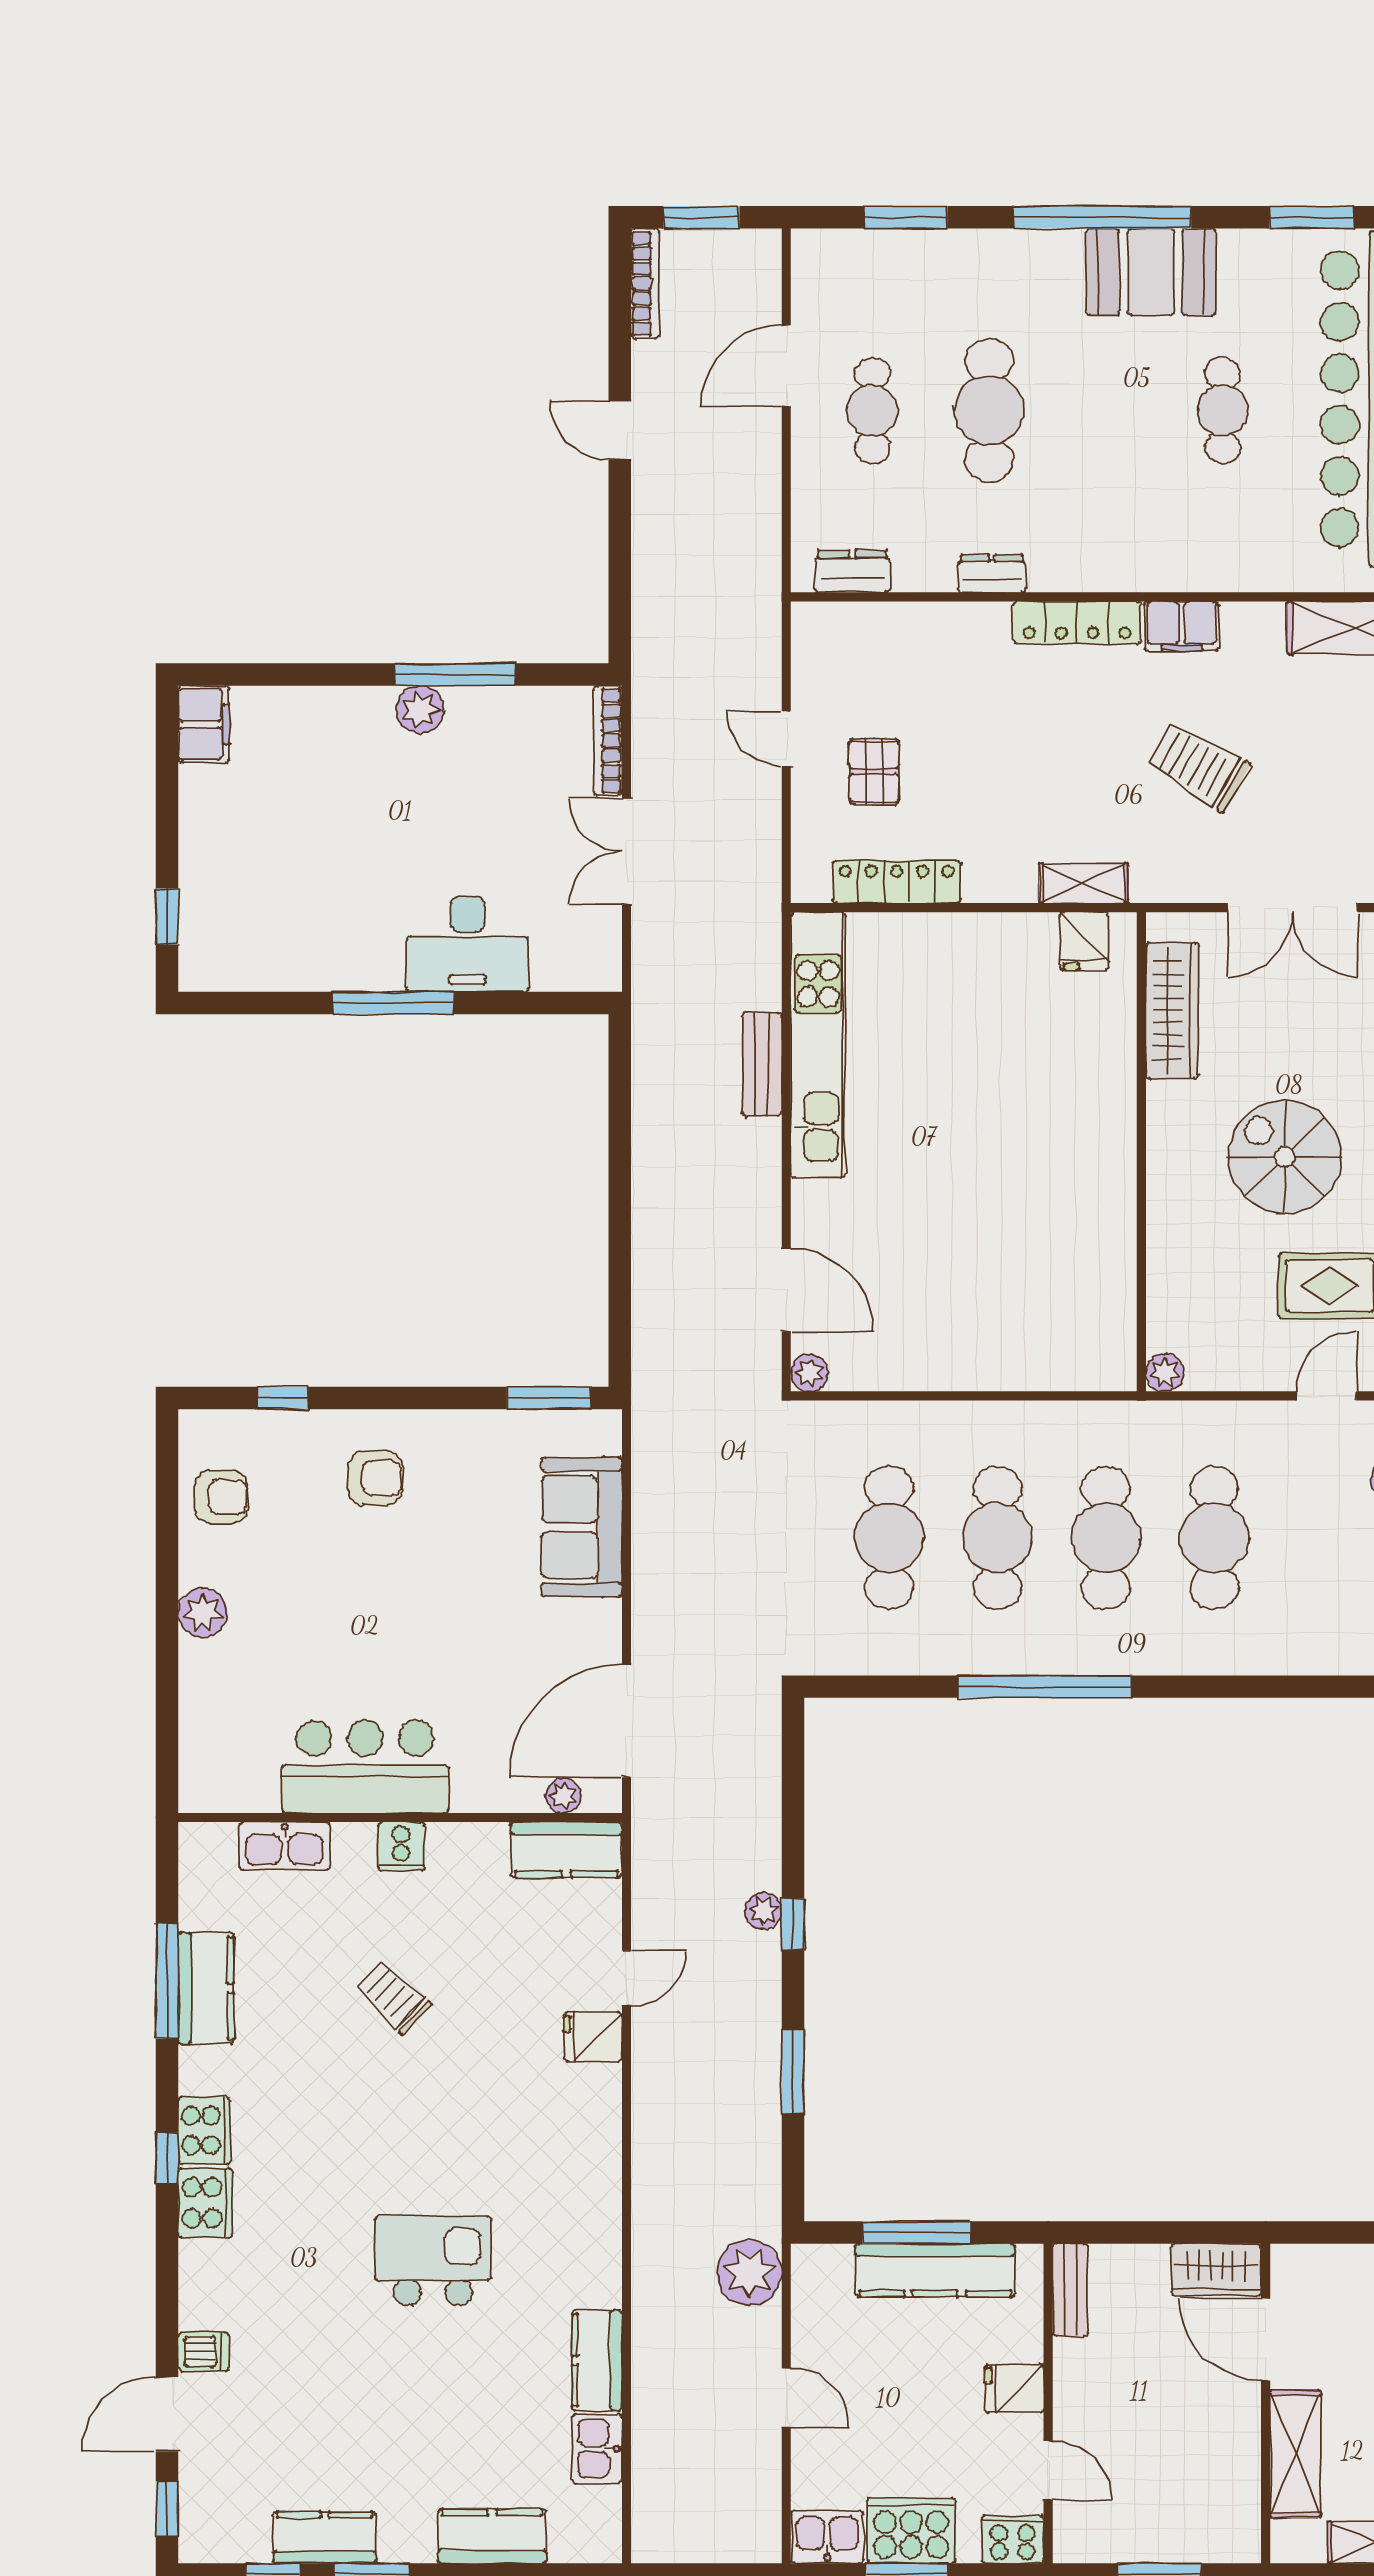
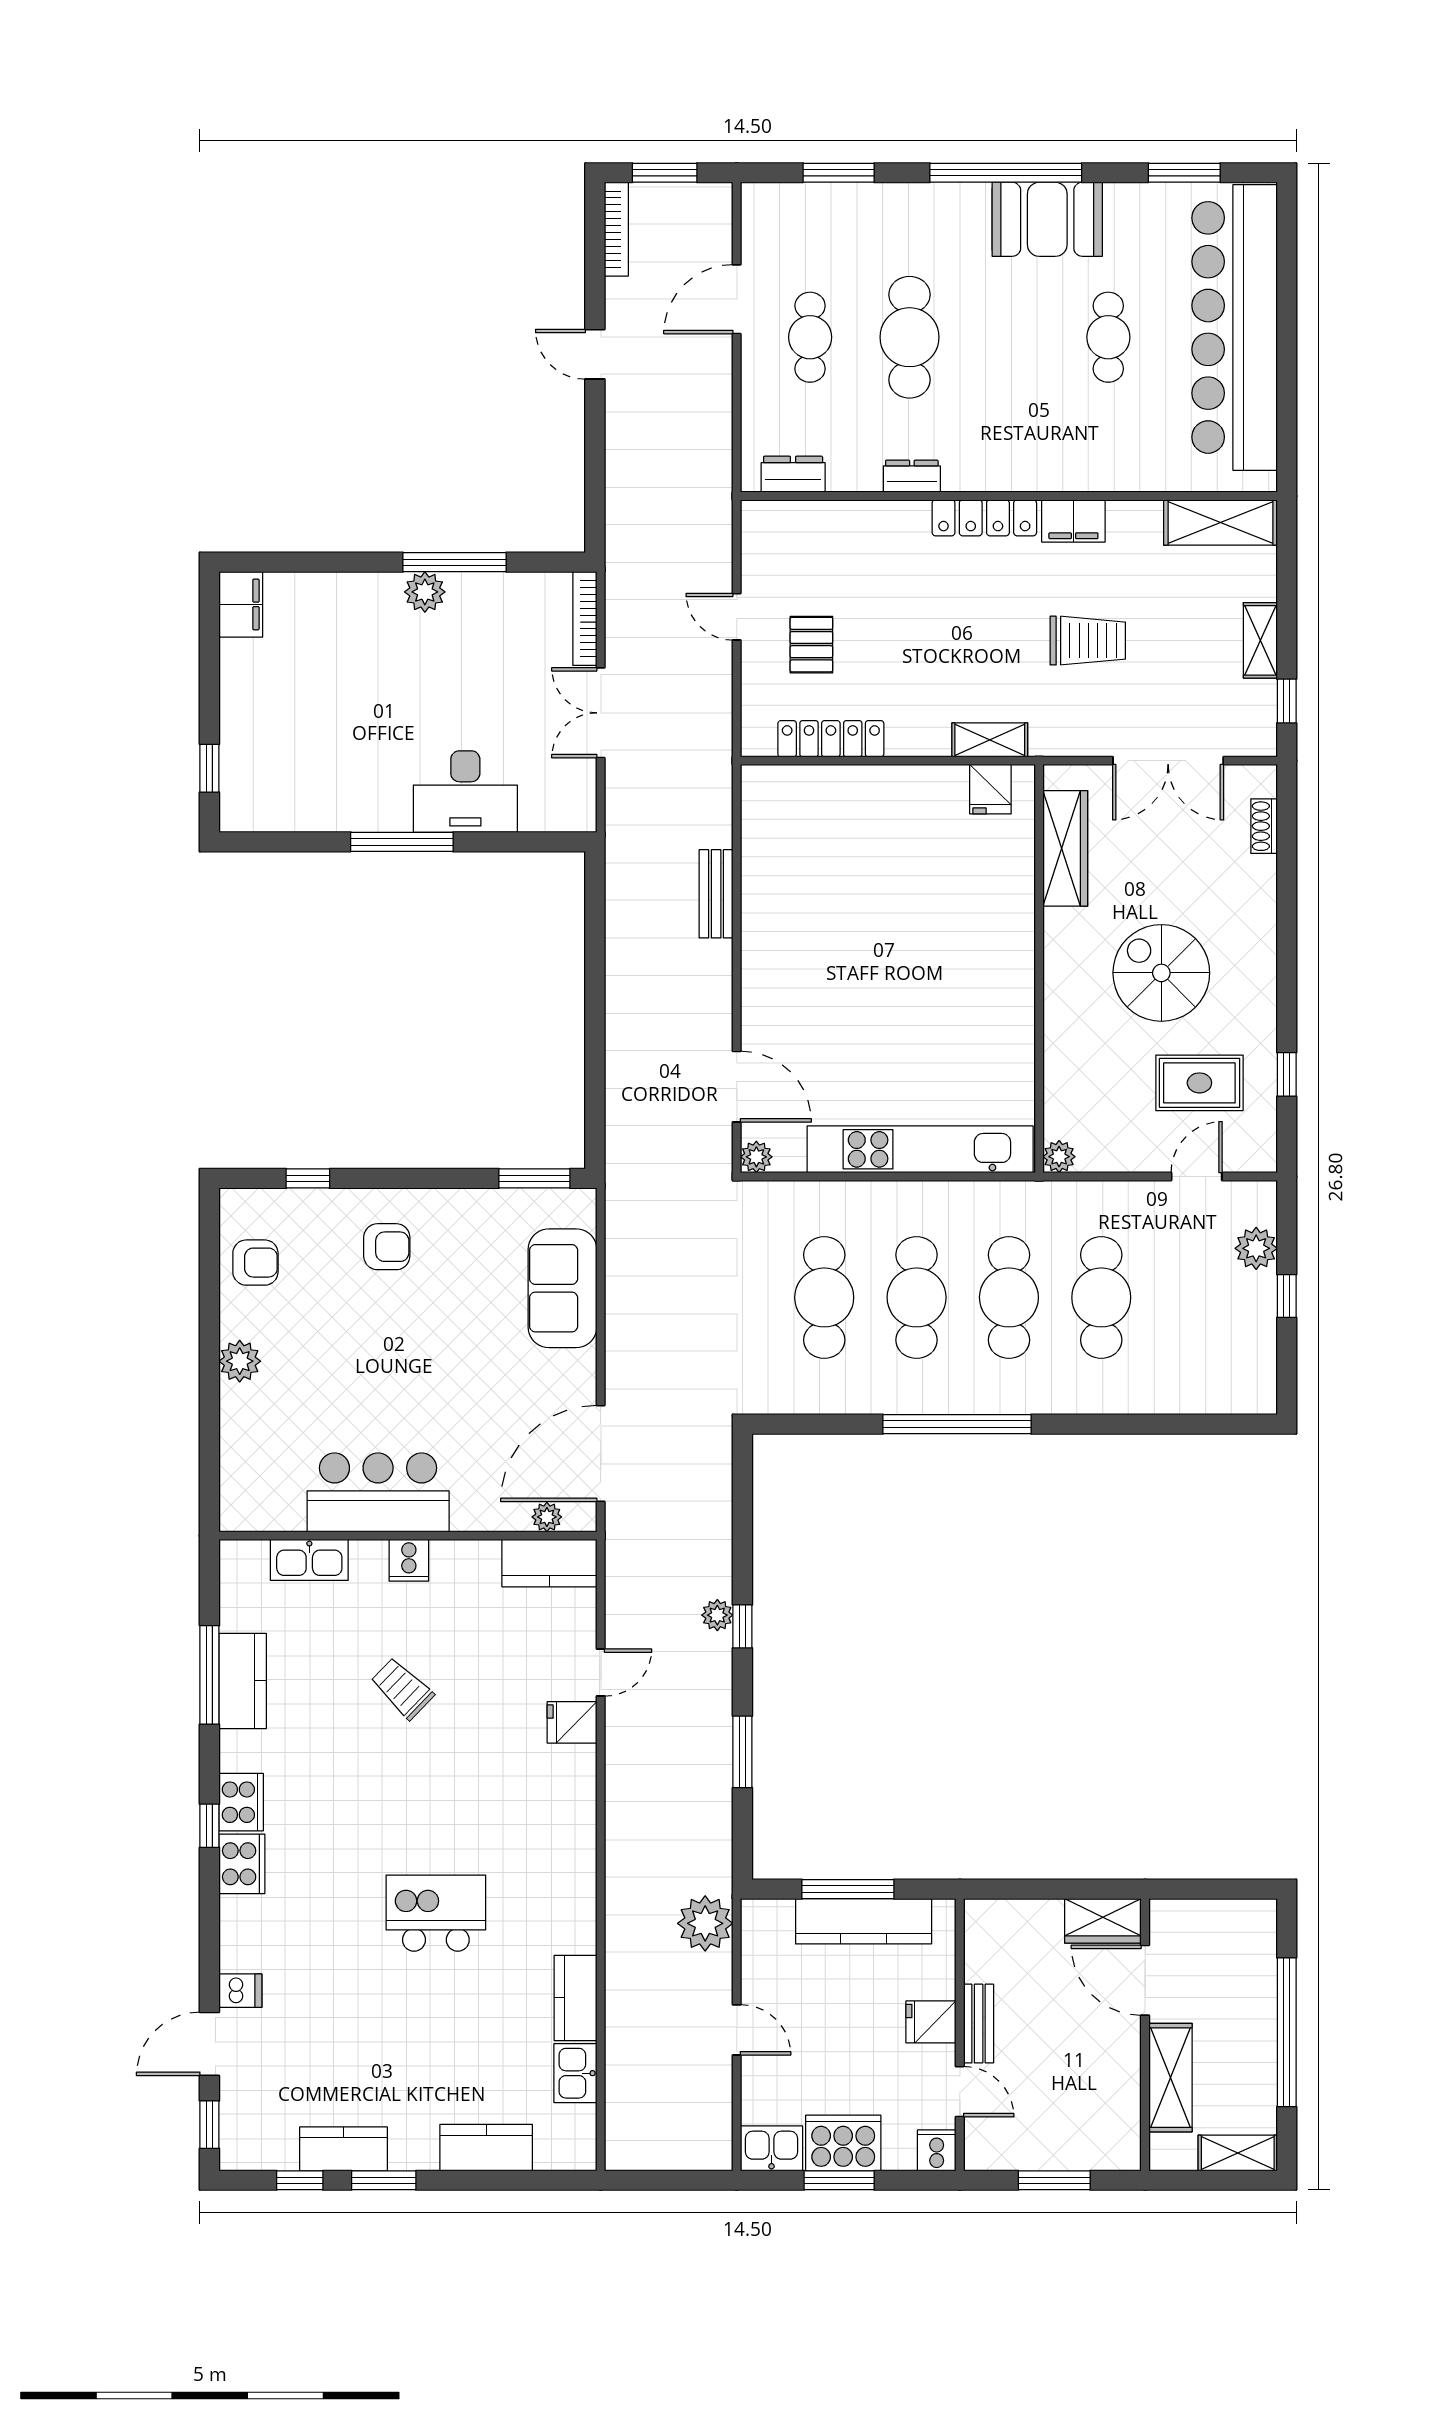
trolley: (1198, 767) -> (1088, 641), turned 150
kitchen unit: (818, 1045) -> (920, 1149), moved, turned -90
bench: (1070, 2290) -> (979, 2024), moved
cooker: (1013, 2539) -> (937, 2150), width x0.73

